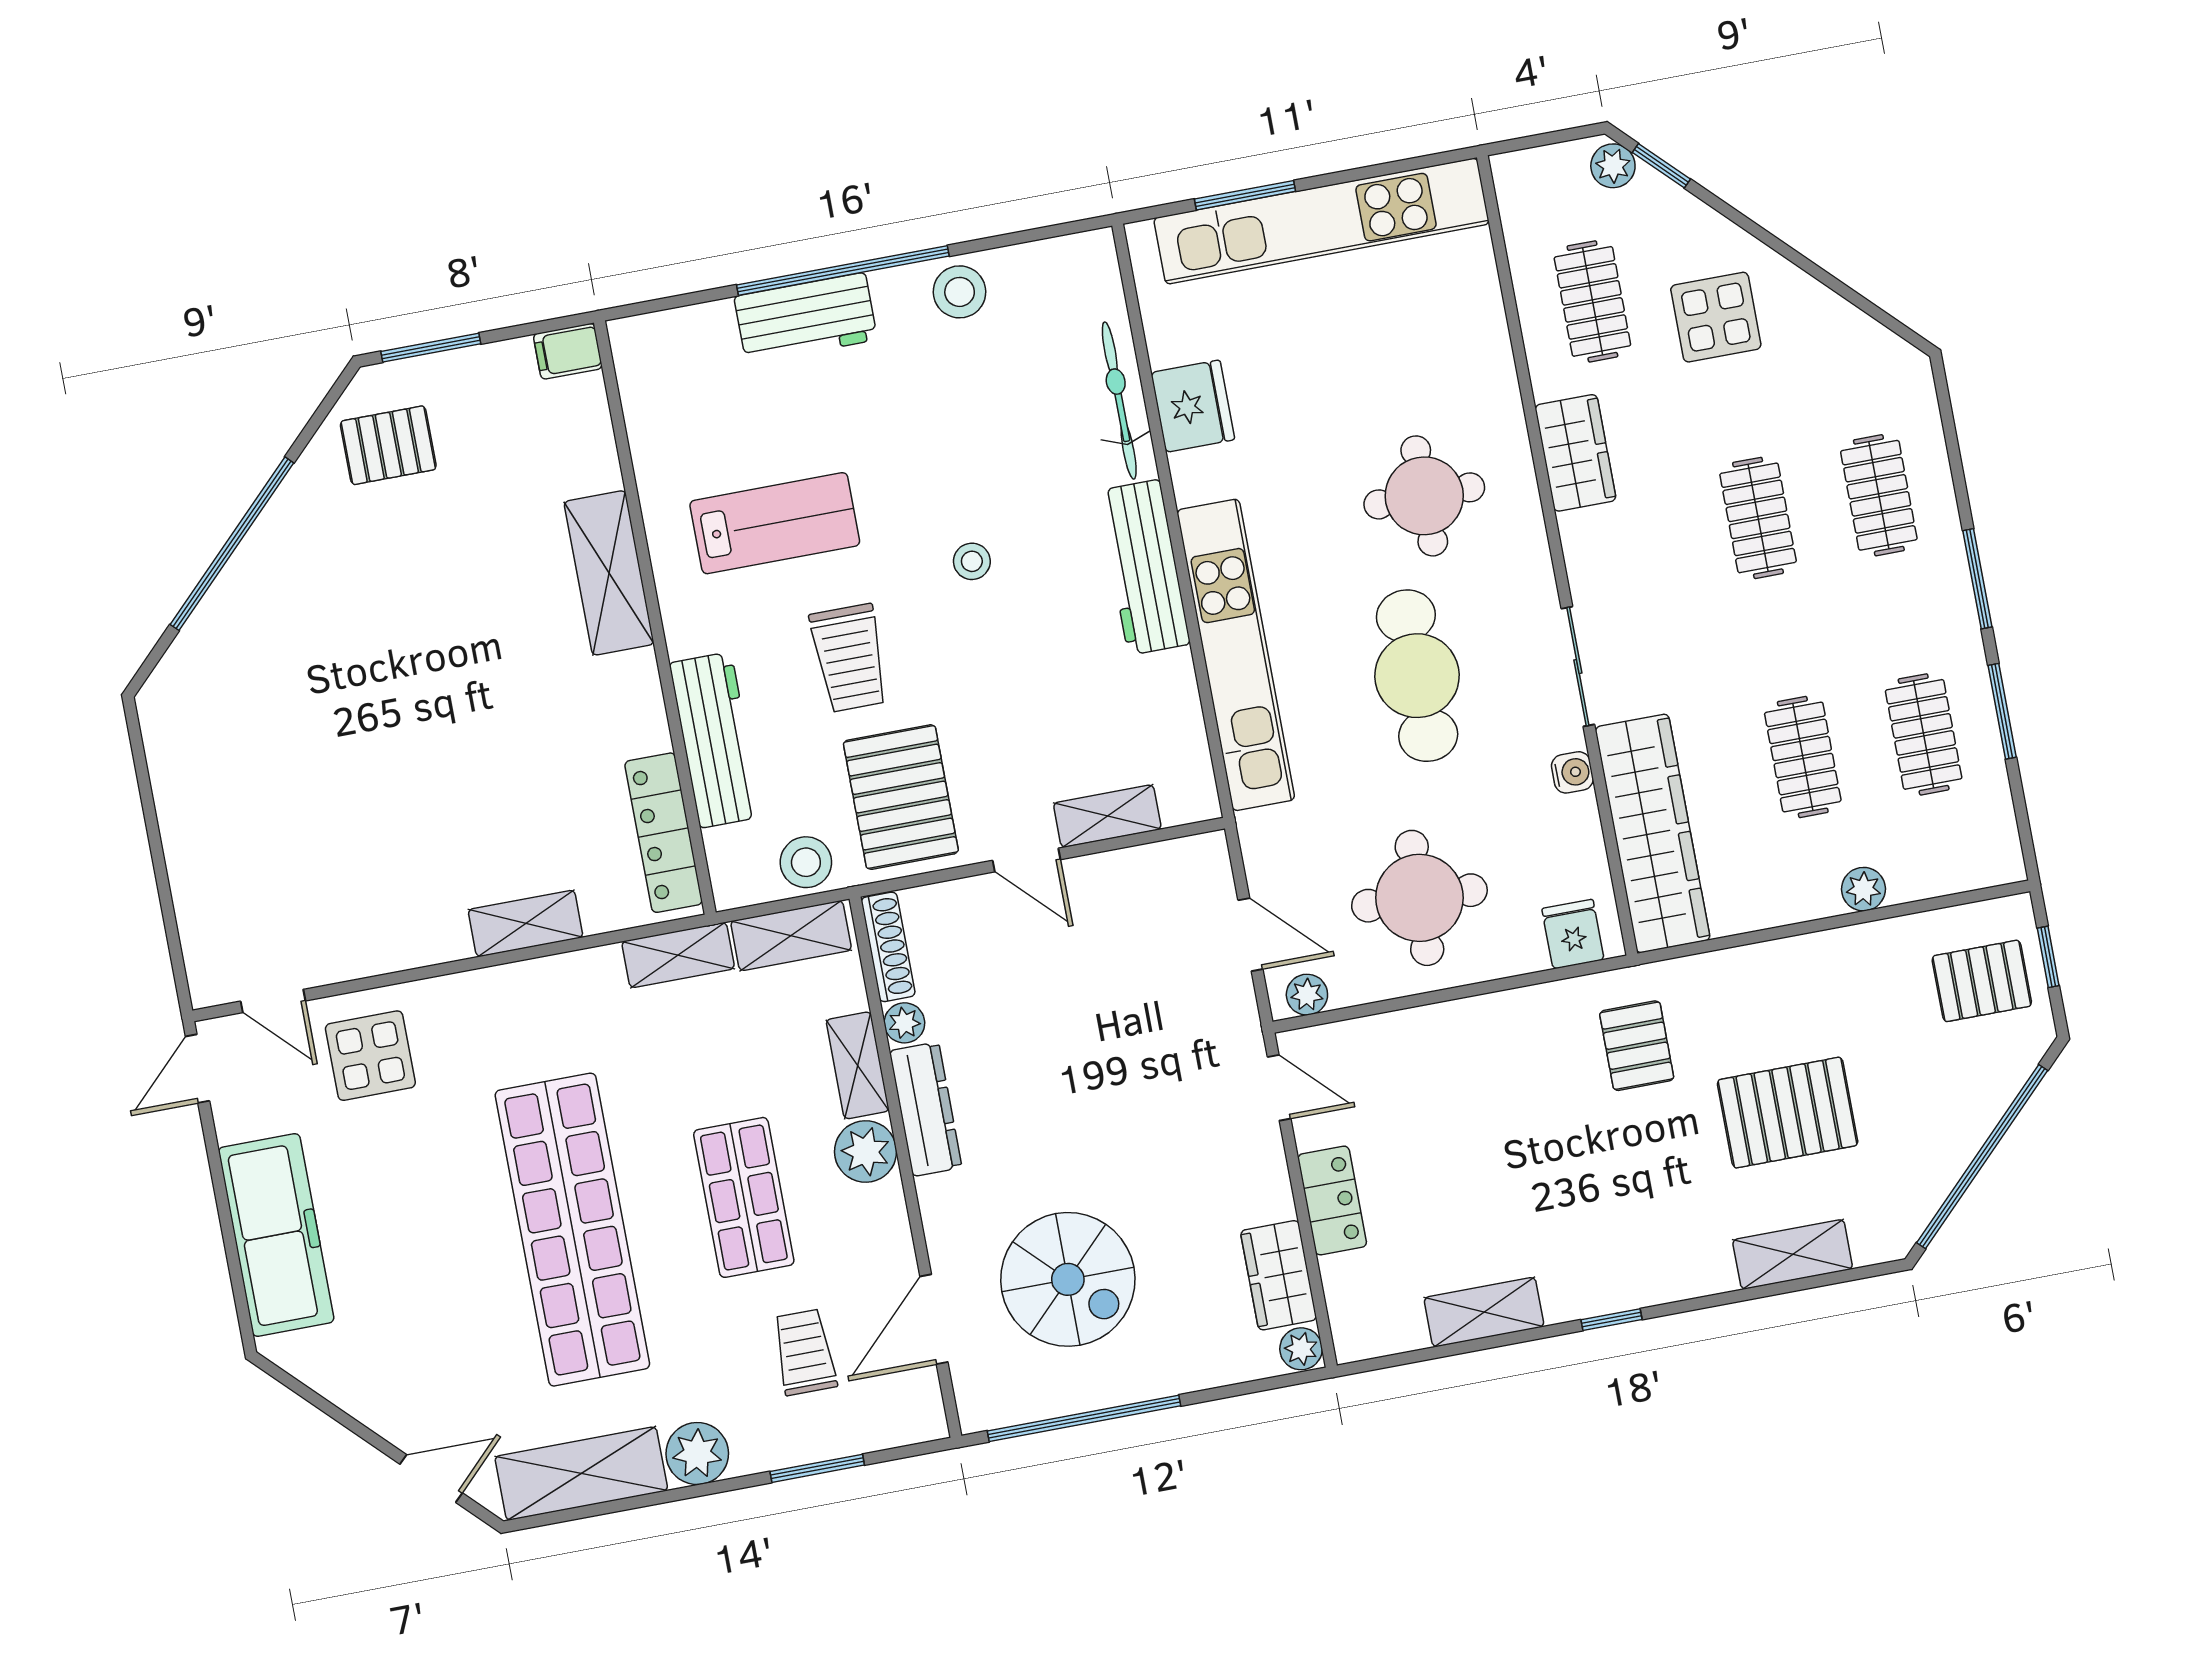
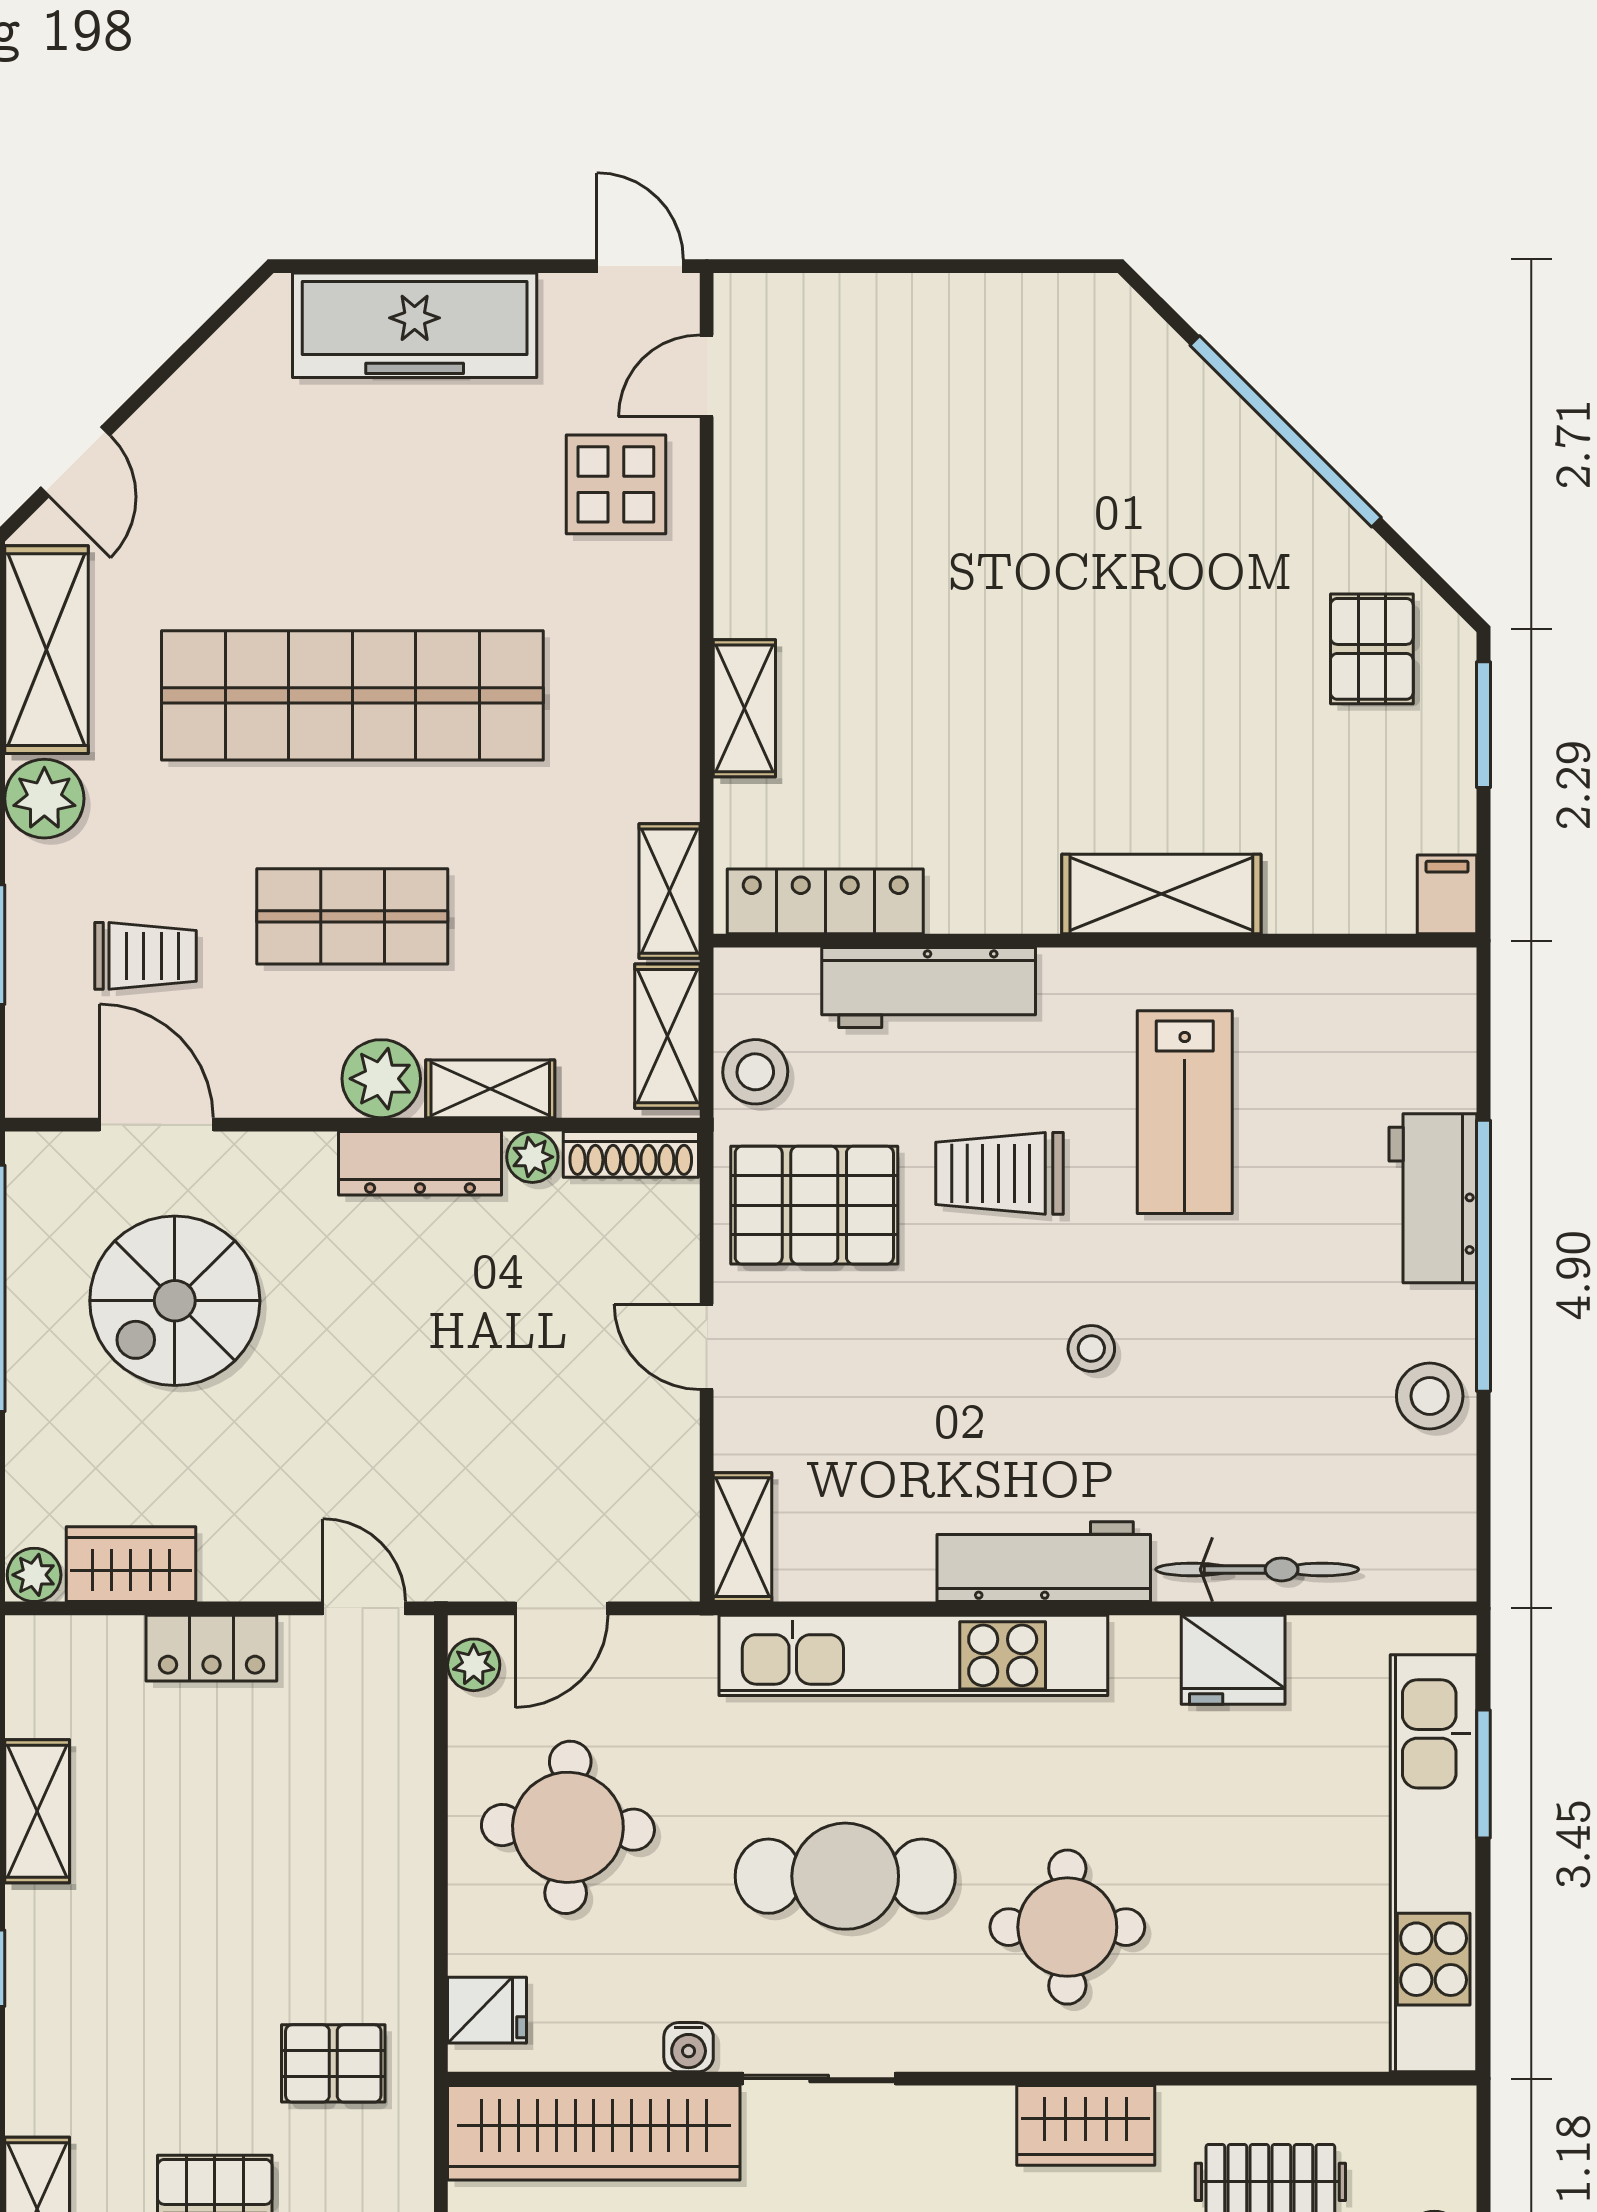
shelving: (1107, 816) -> (743, 1537), moved
door: (1026, 860) -> (707, 1347), hinge flipped
door: (1279, 1088) -> (364, 1608), swing flipped

